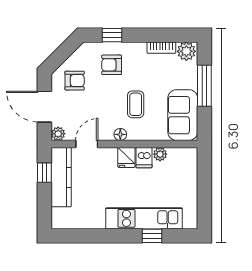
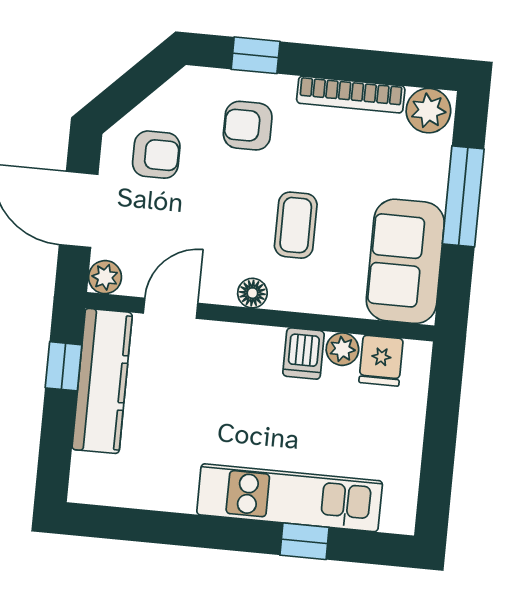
bookcase: (161, 48) -> (351, 95), width x1.56
fridge: (126, 157) -> (381, 361), moved

